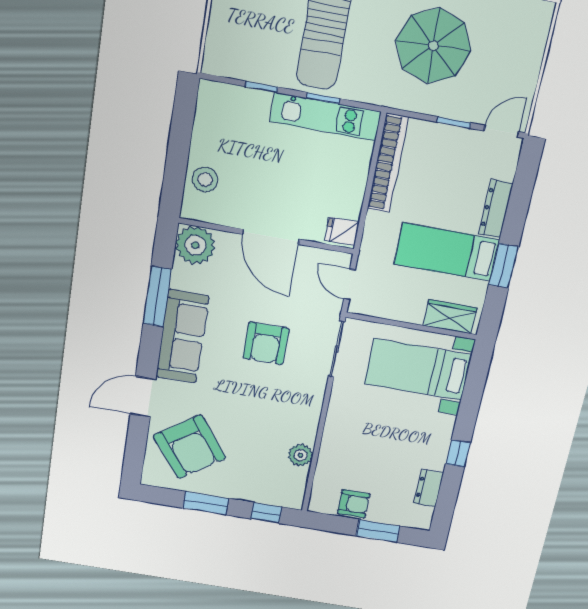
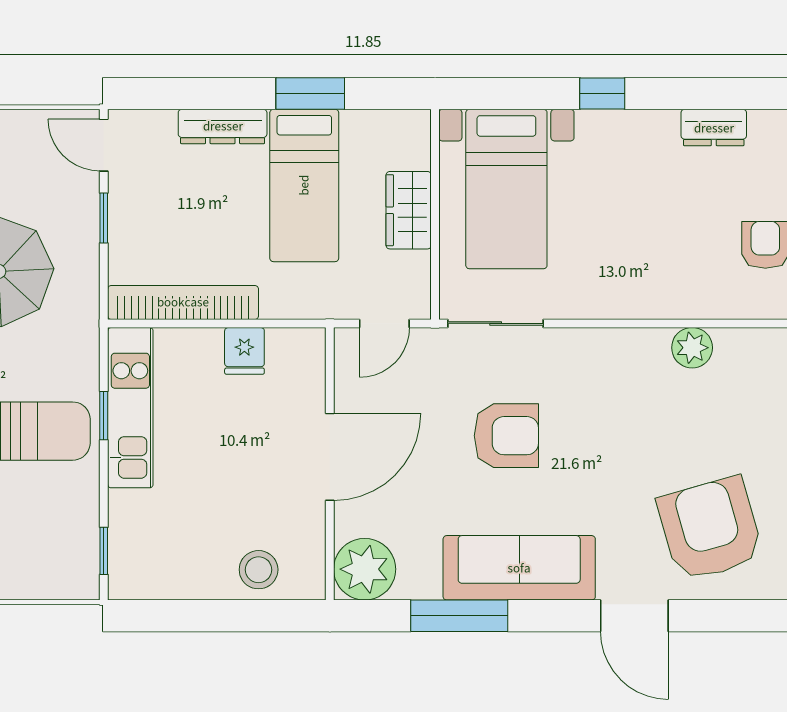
window: (261, 87) -> (104, 551), moved
fridge: (342, 231) -> (244, 351), moved
wardrobe: (450, 317) -> (409, 210), moved
armchair: (190, 447) -> (710, 529), turned -70
window: (458, 454) -> (602, 94), moved

